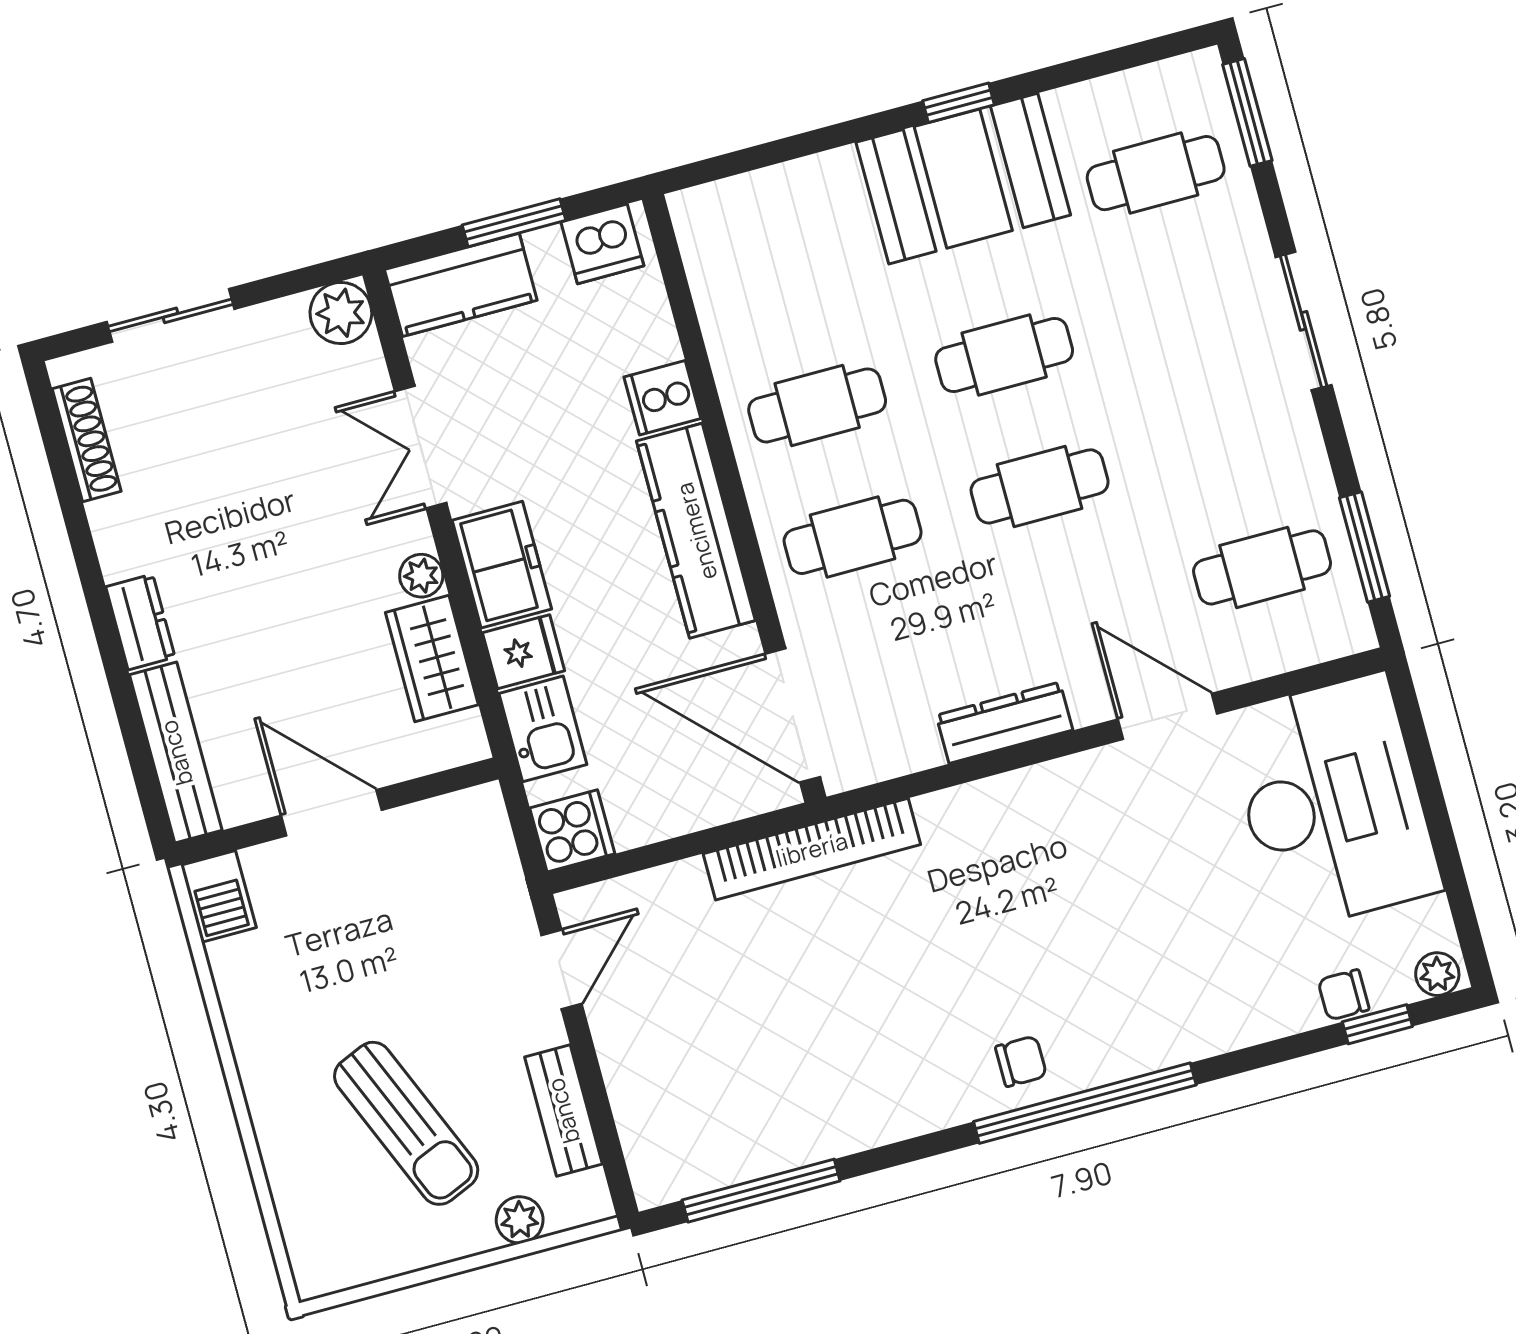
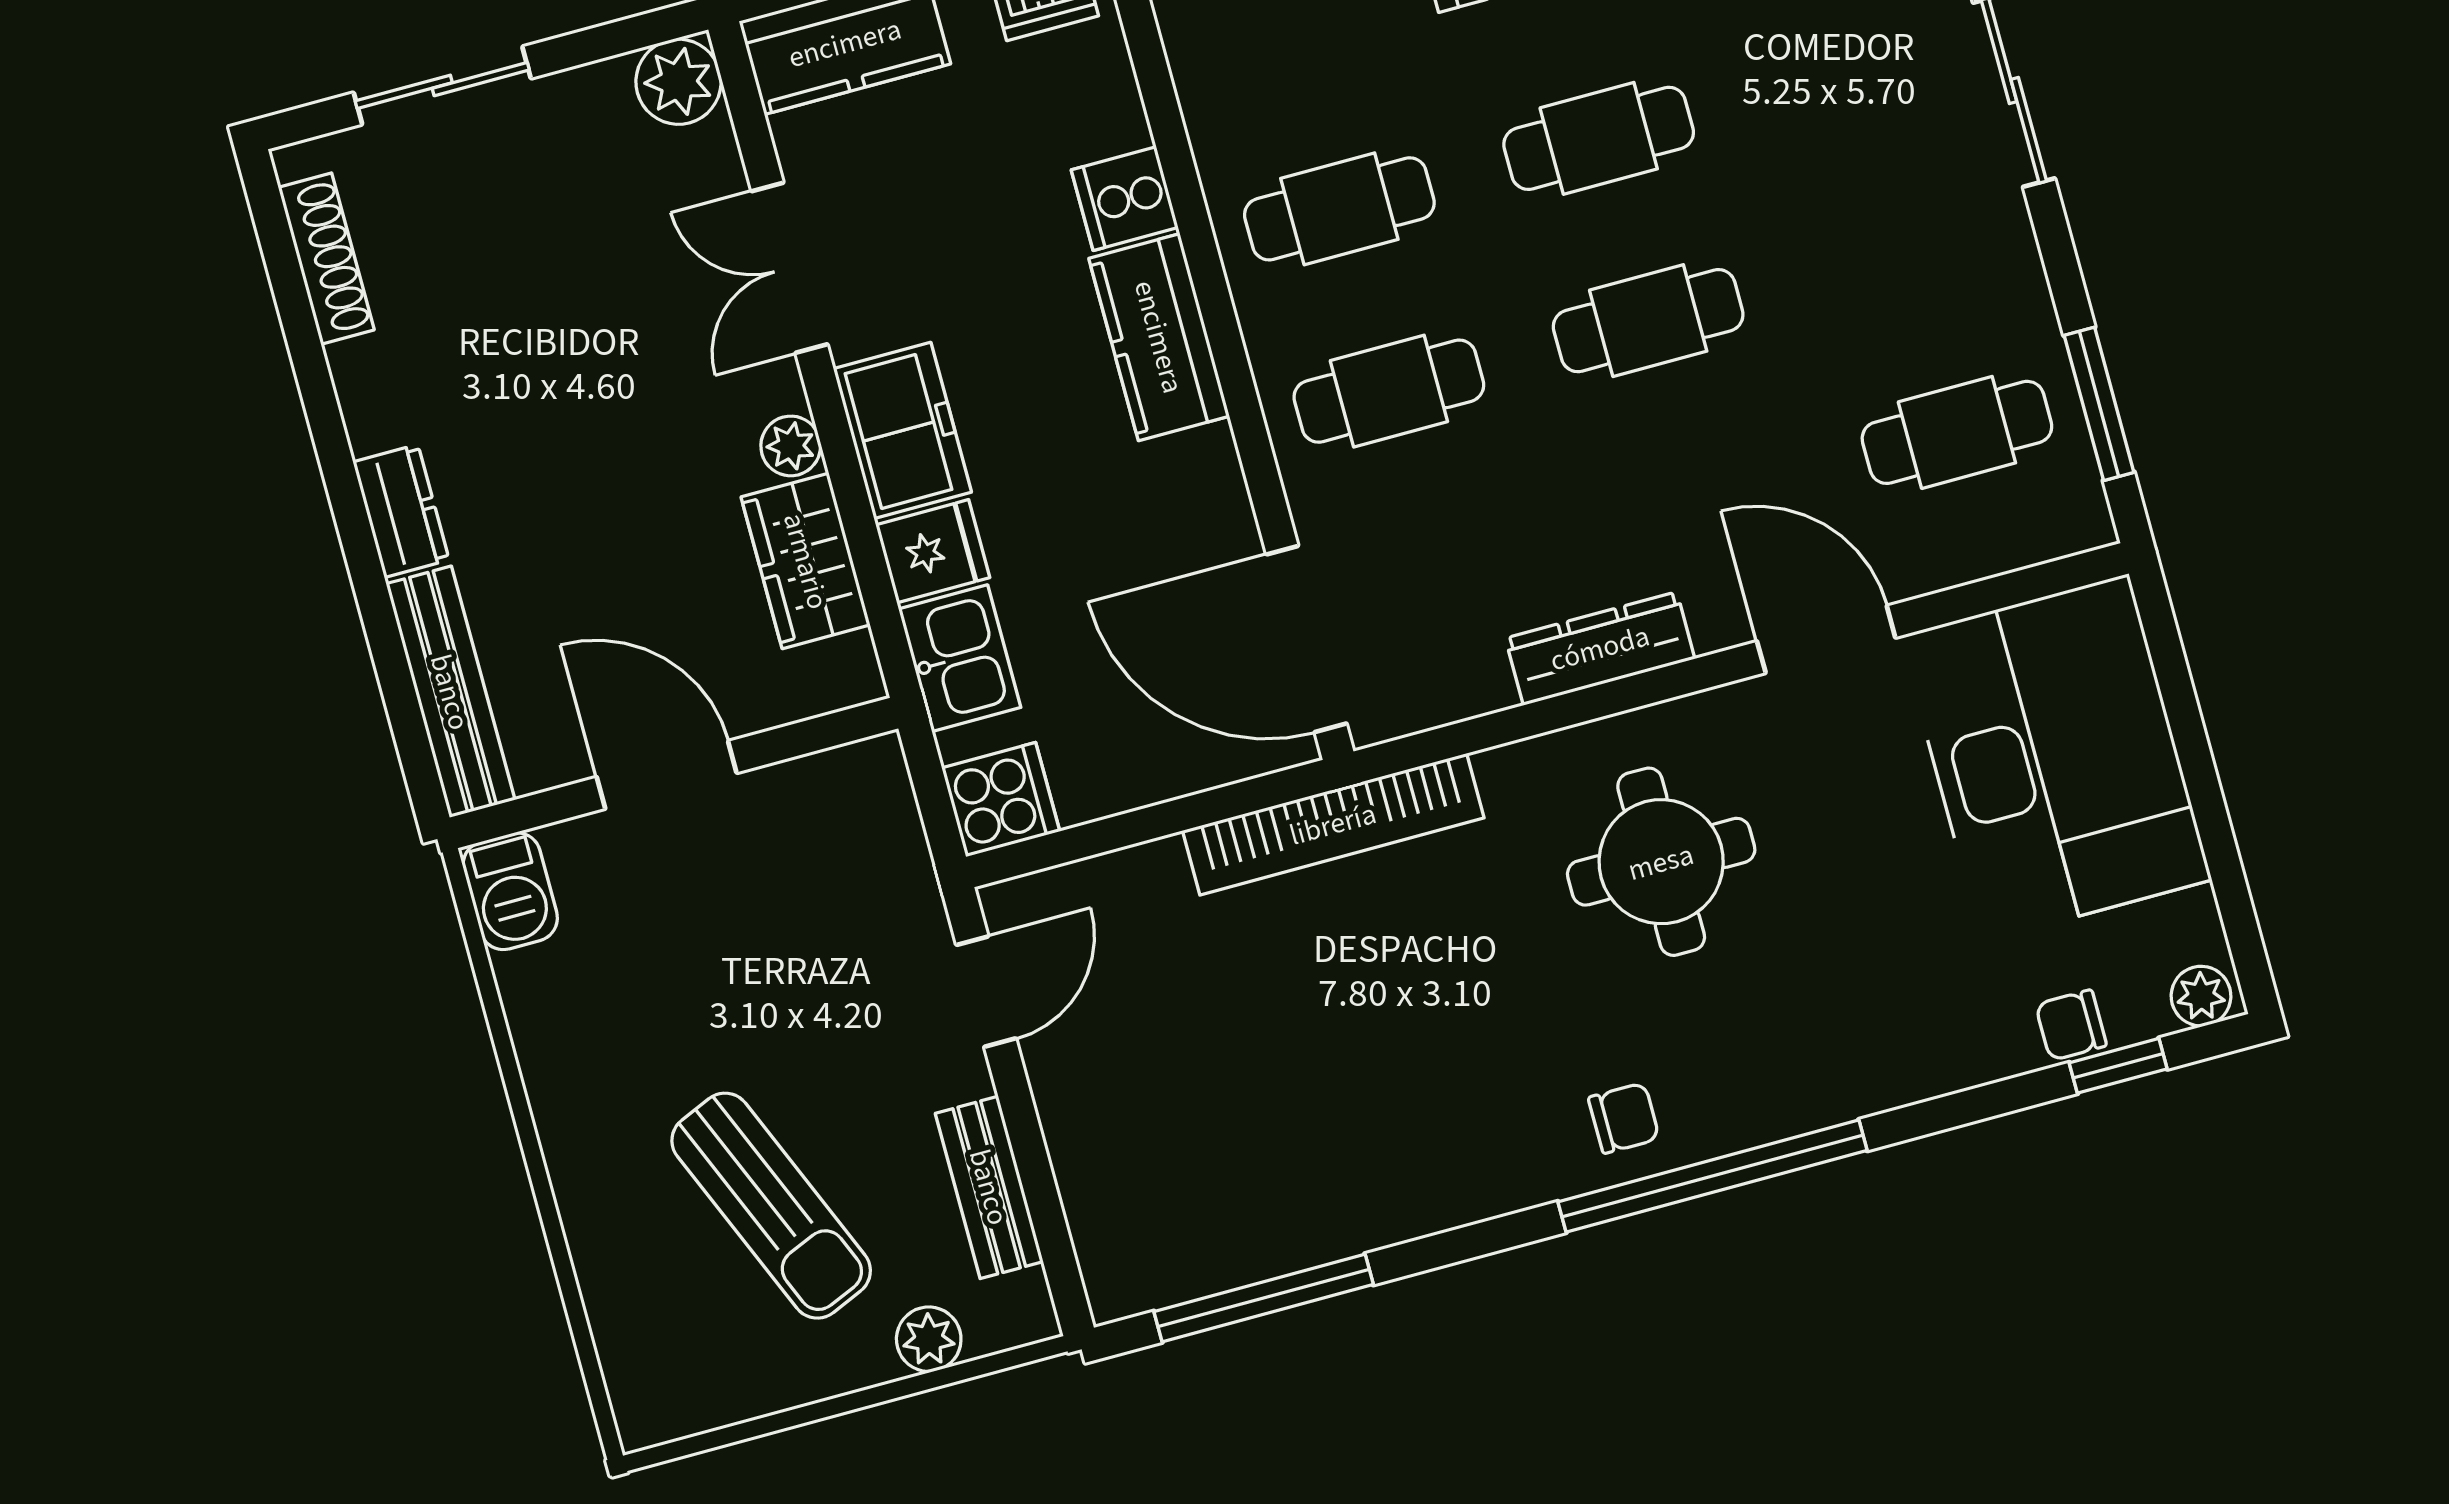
kitchen counter: (696, 531) -> (1159, 337), width x0.67
round table: (1048, 876) -> (1661, 862), added

